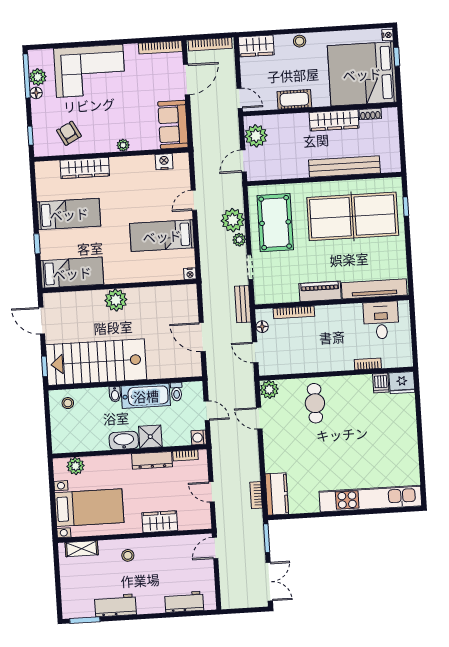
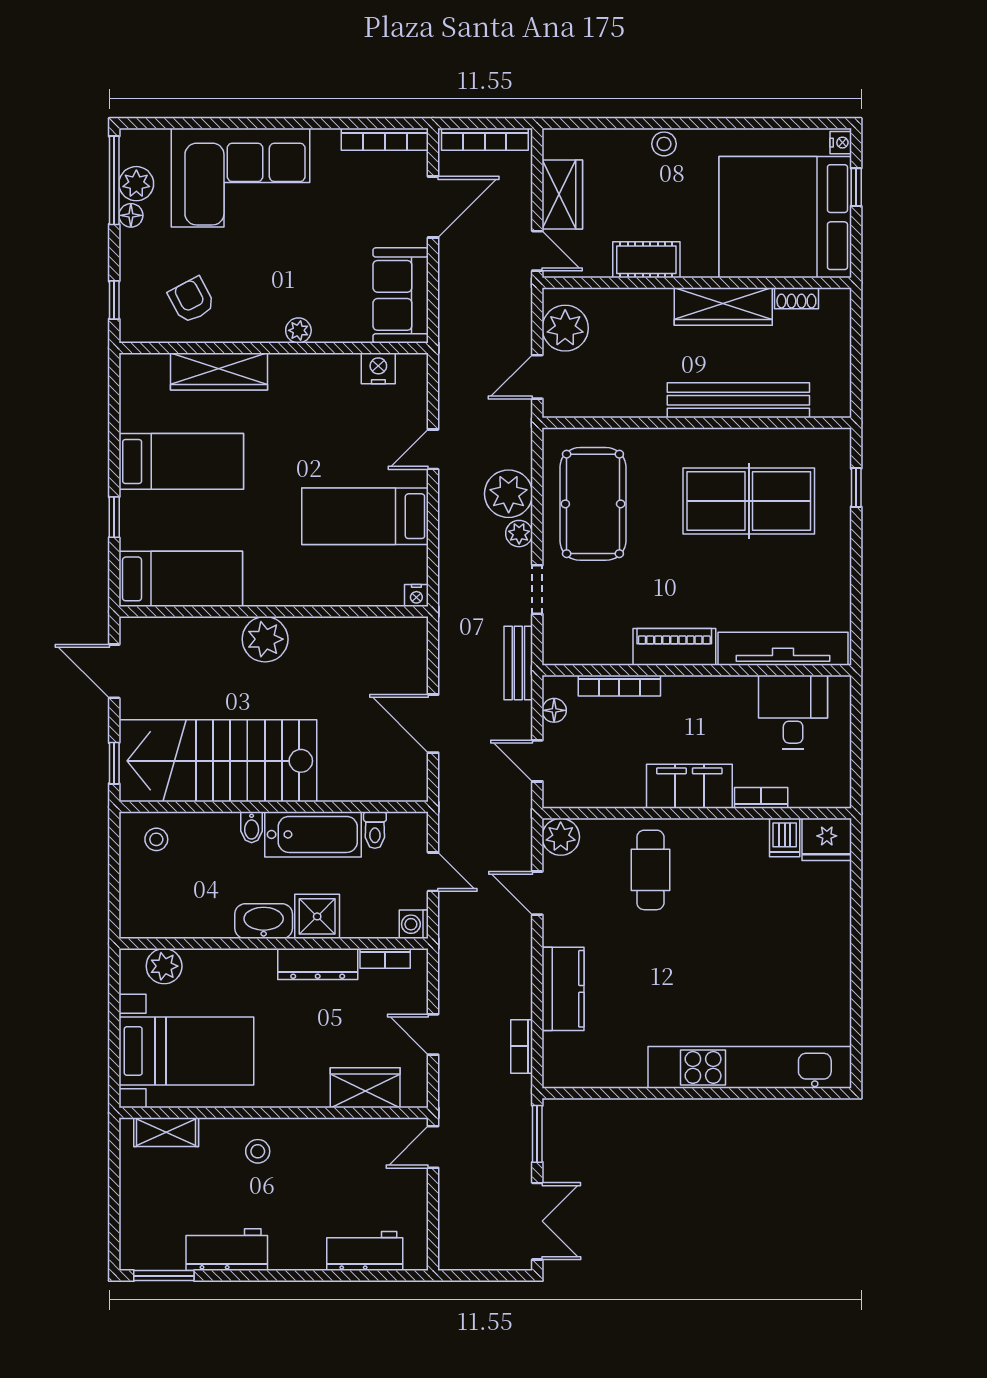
wardrobe: (256, 46) -> (562, 194), moved, turned -90
table tennis table: (353, 216) -> (749, 501), width x0.73, depth x0.76
filing cabinet: (332, 360) -> (689, 786), added
kitchen counter: (277, 494) -> (563, 989), moved
wardrobe: (160, 522) -> (365, 1088), moved

